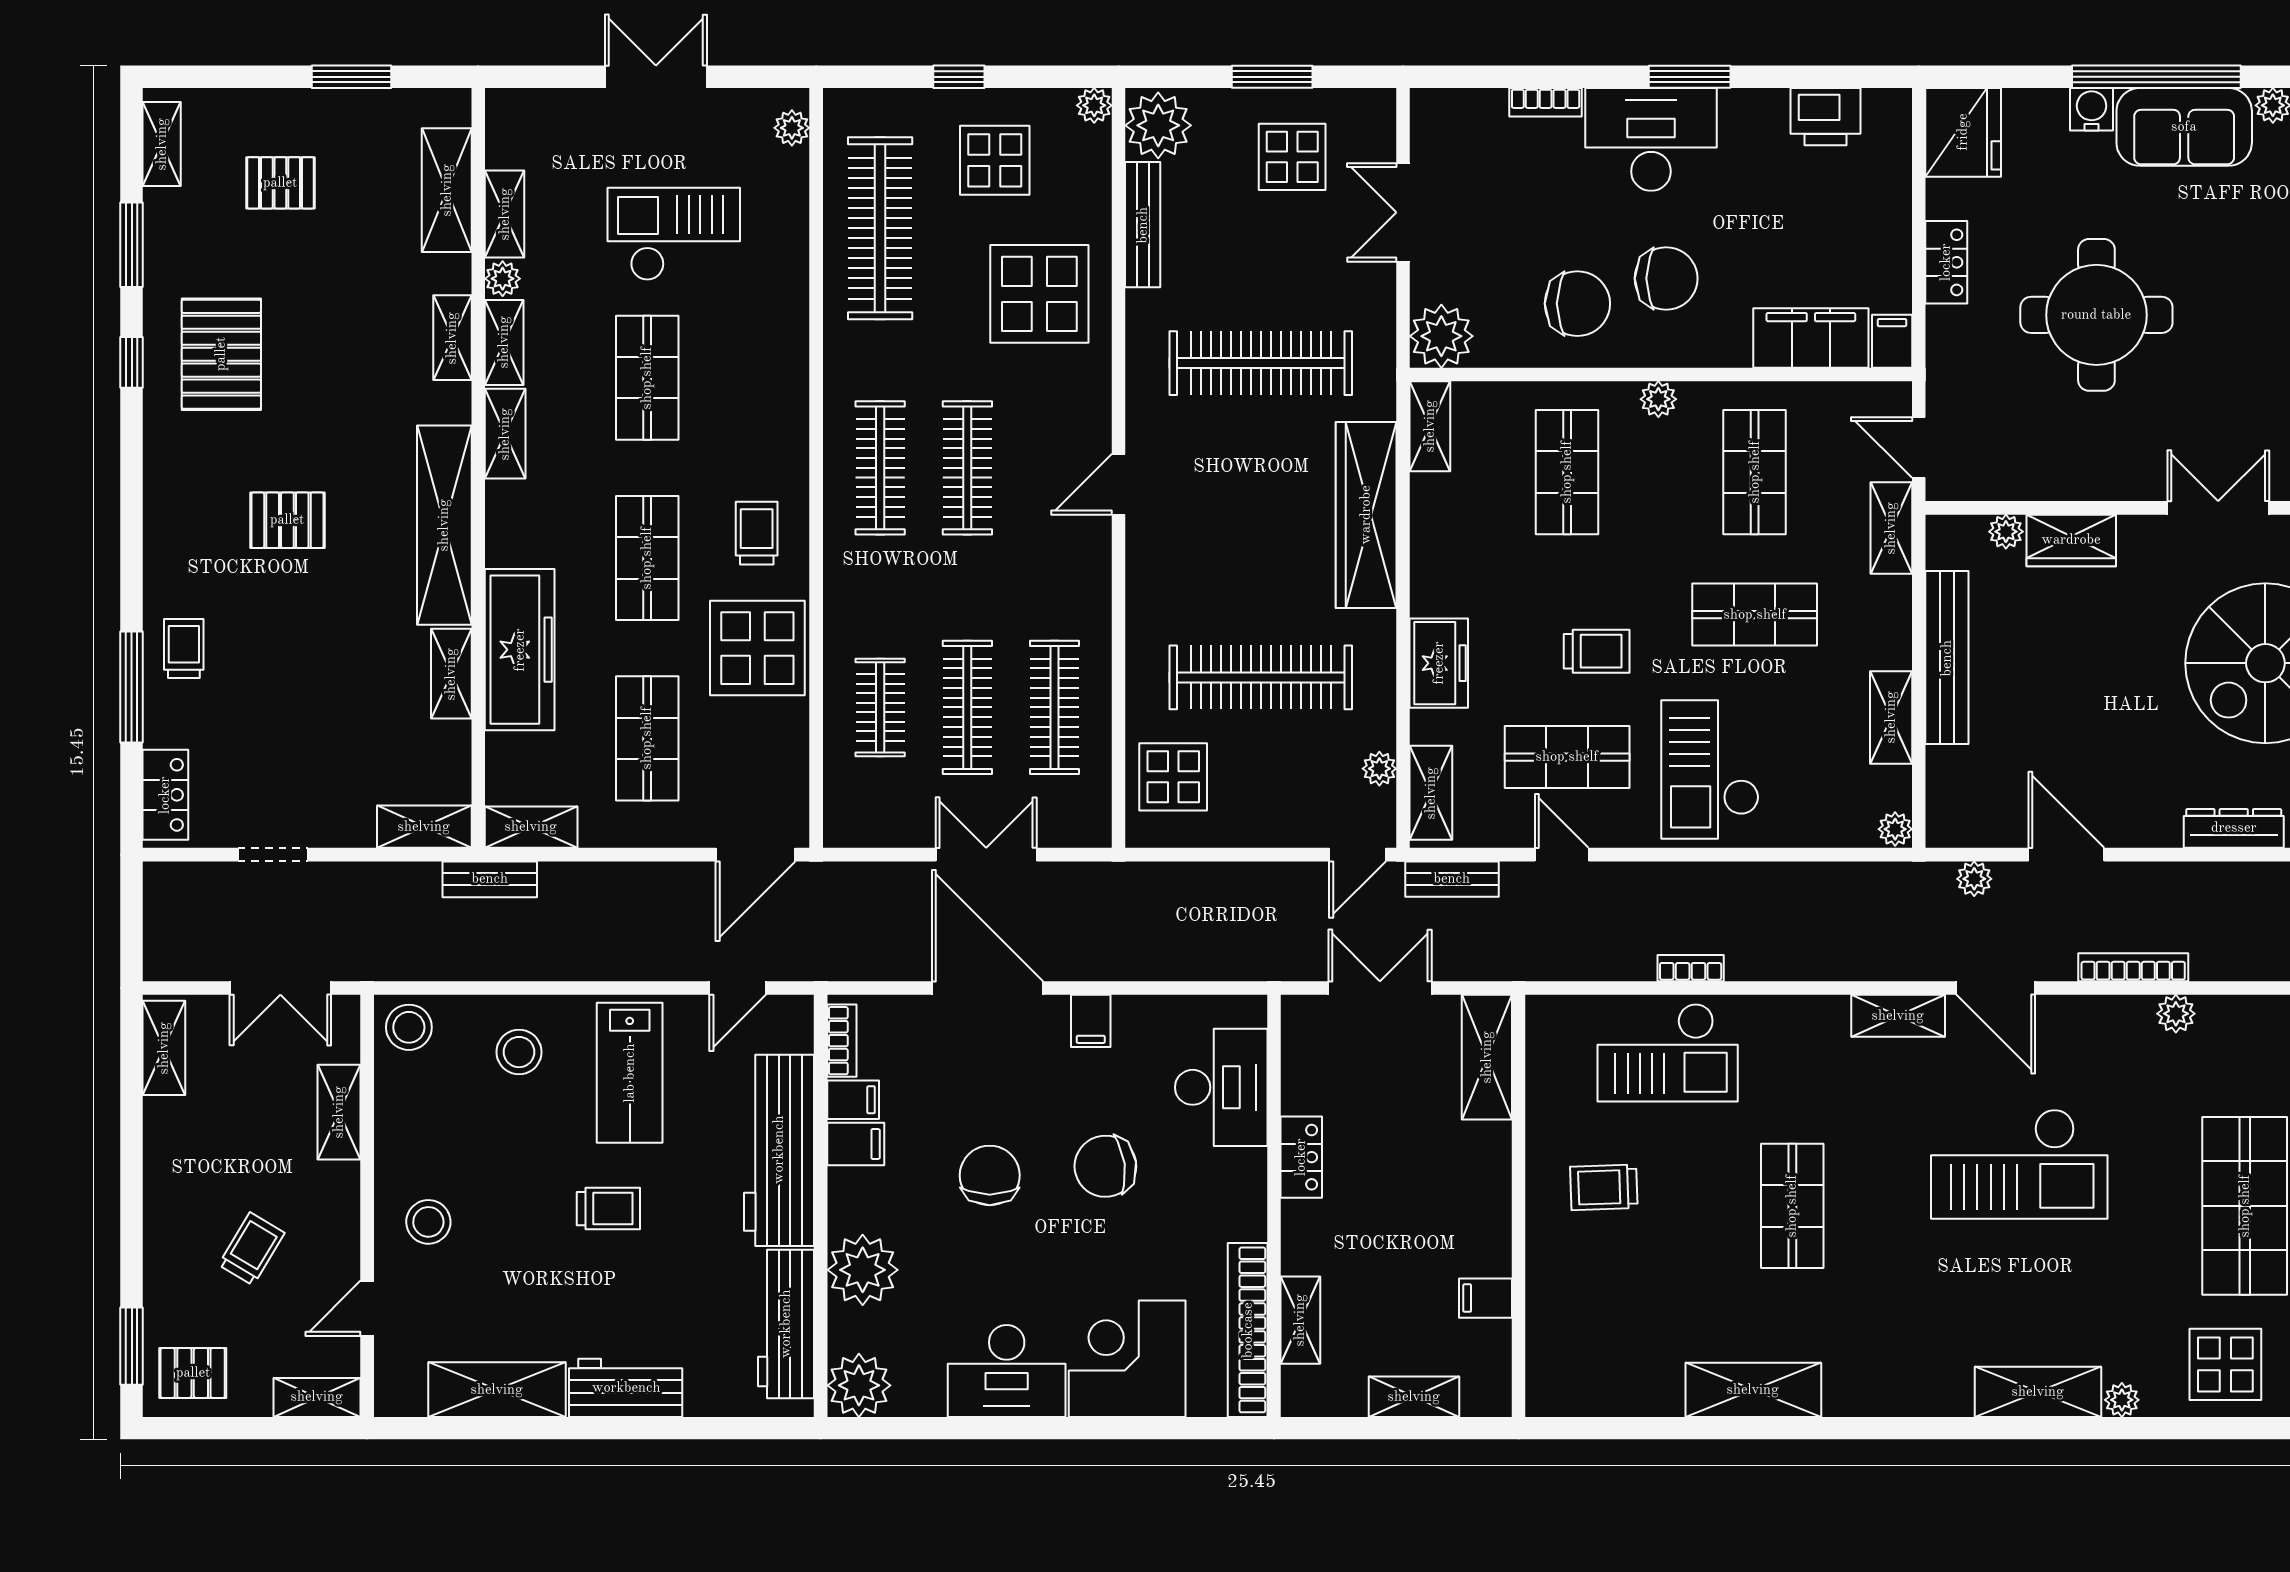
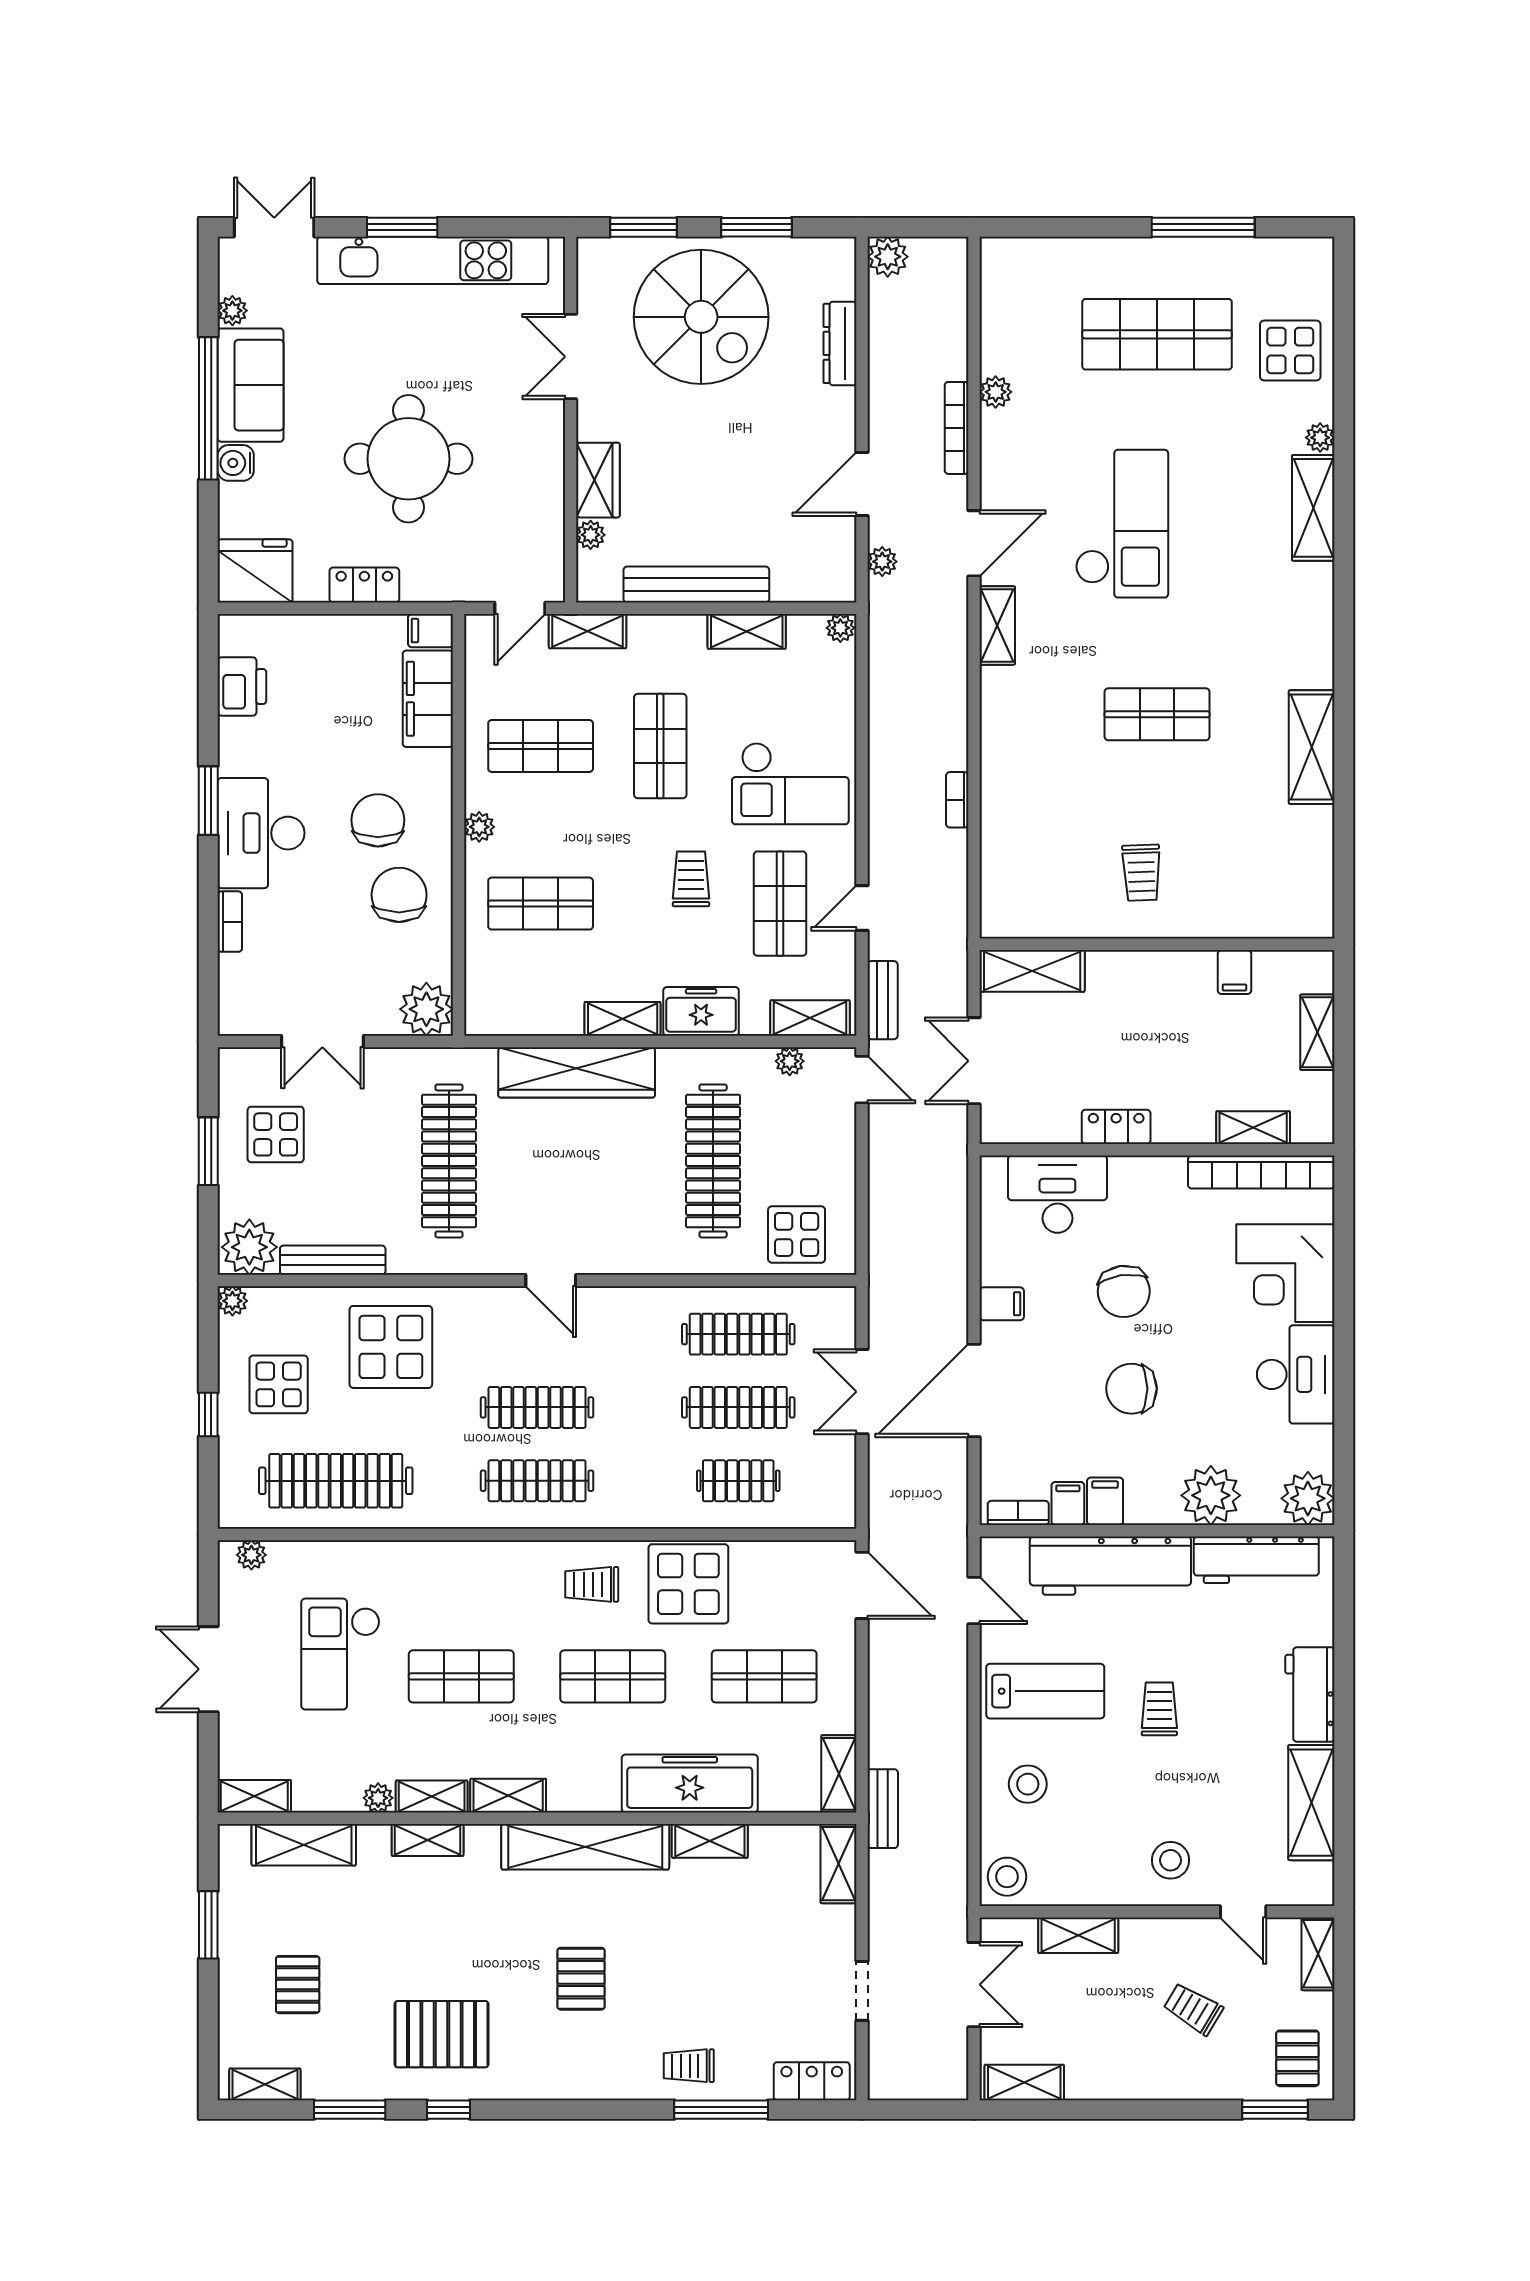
shelving: (505, 214) -> (254, 1796), moved
shelving: (1430, 426) -> (623, 1019), moved
checkout: (1668, 1053) -> (1028, 819), removed

